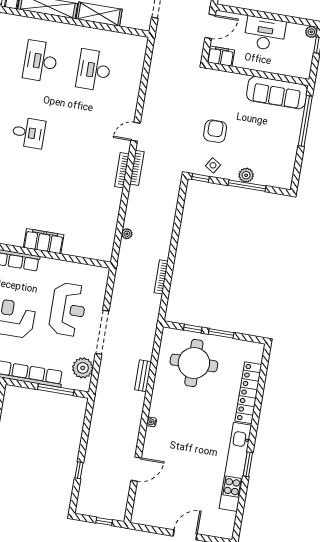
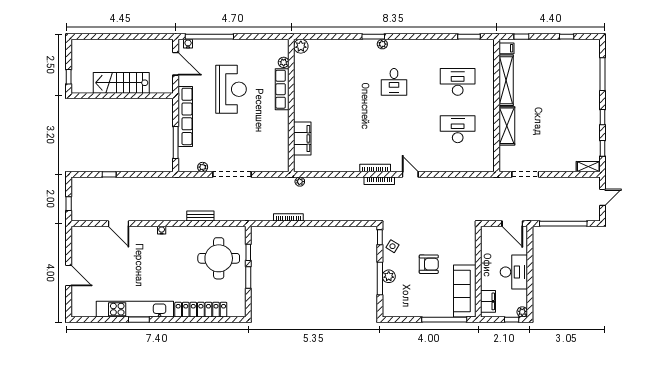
filing cabinet: (221, 56) -> (488, 301), moved
armchair: (215, 131) -> (429, 264), moved
plant: (127, 234) -> (300, 182), moved
filing cabinet: (44, 241) -> (302, 139), moved
reception desk: (68, 309) -> (247, 142), removed
plant: (83, 368) -> (203, 167), width x0.53, depth x0.53

